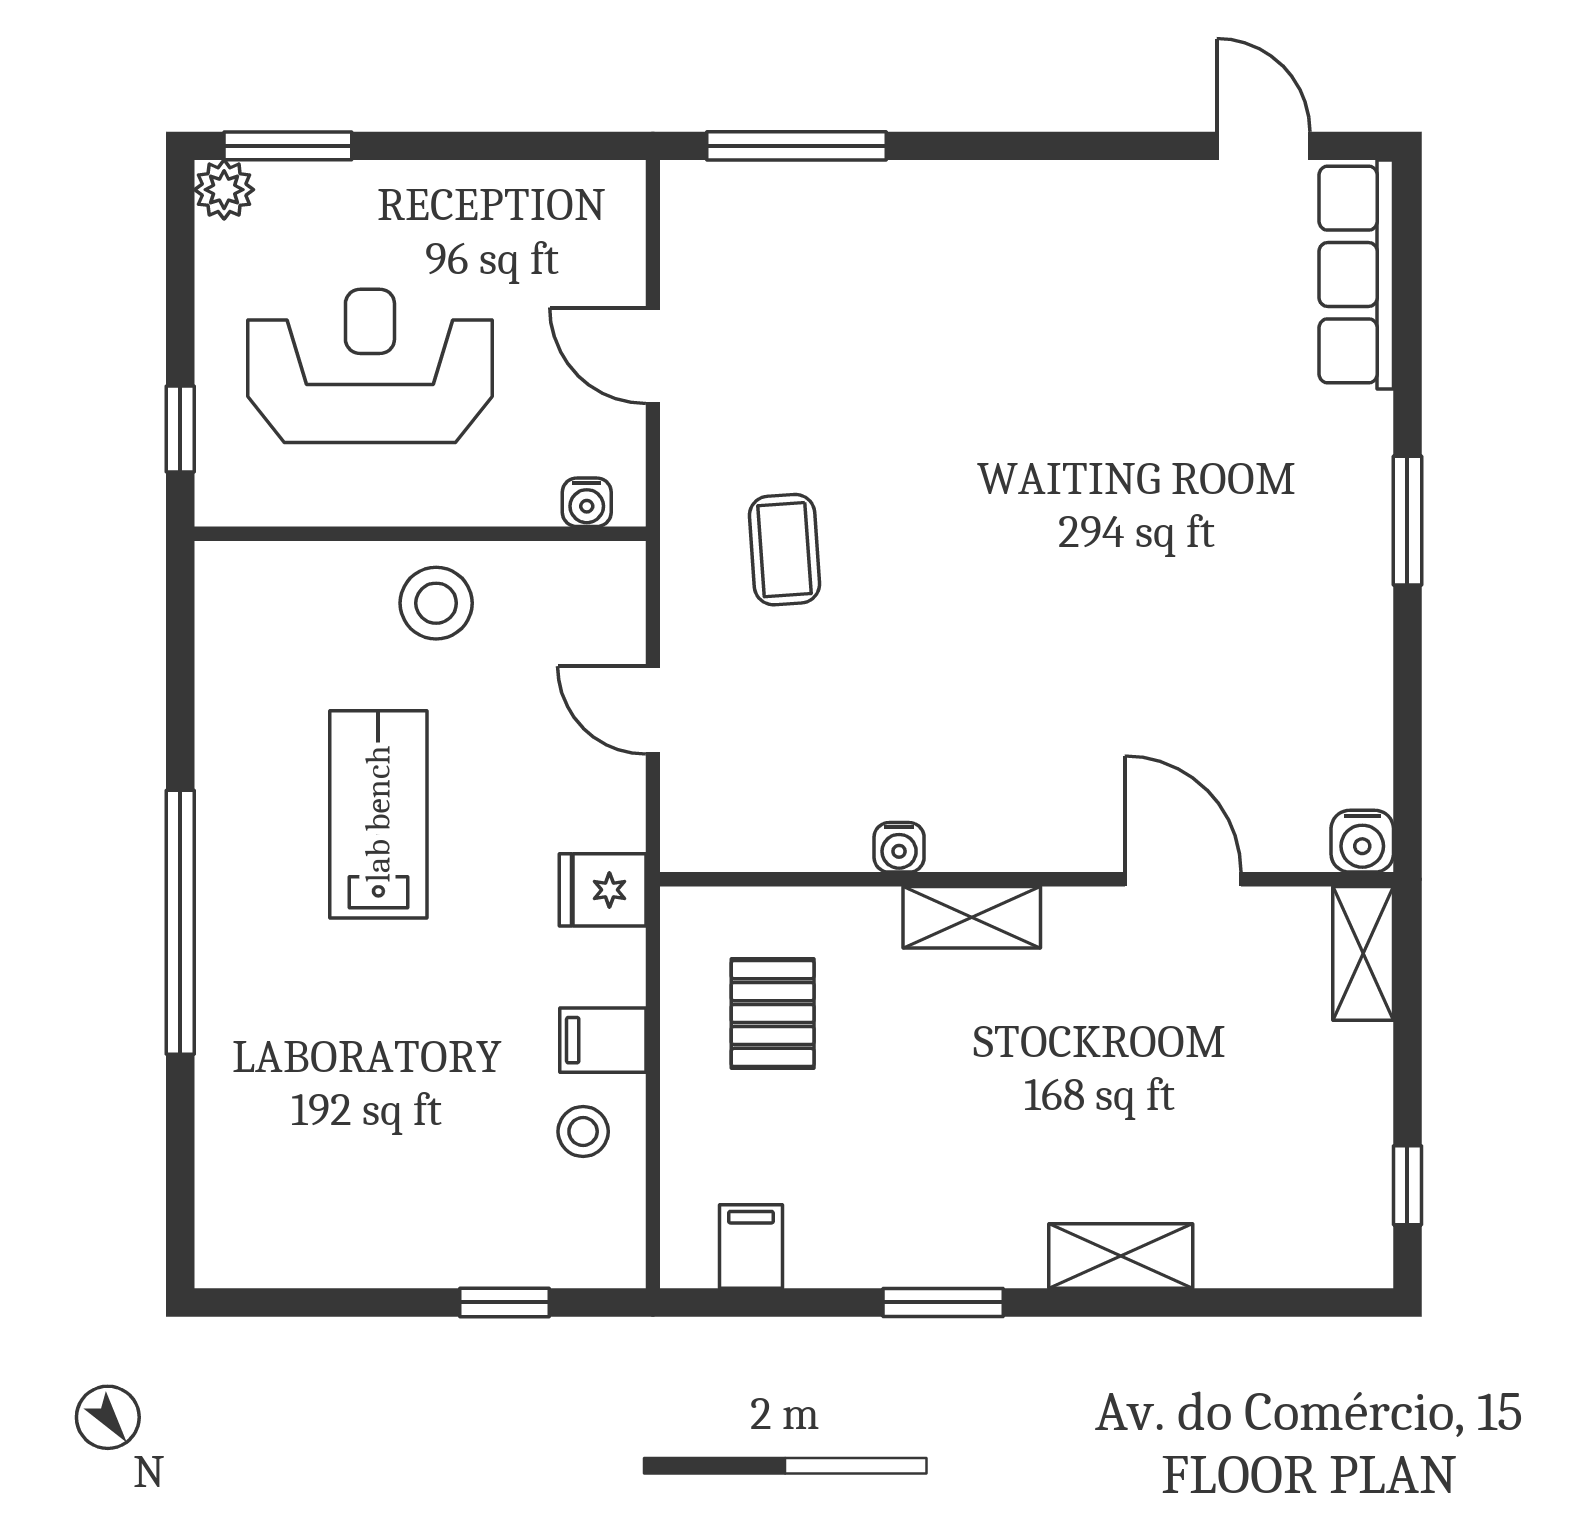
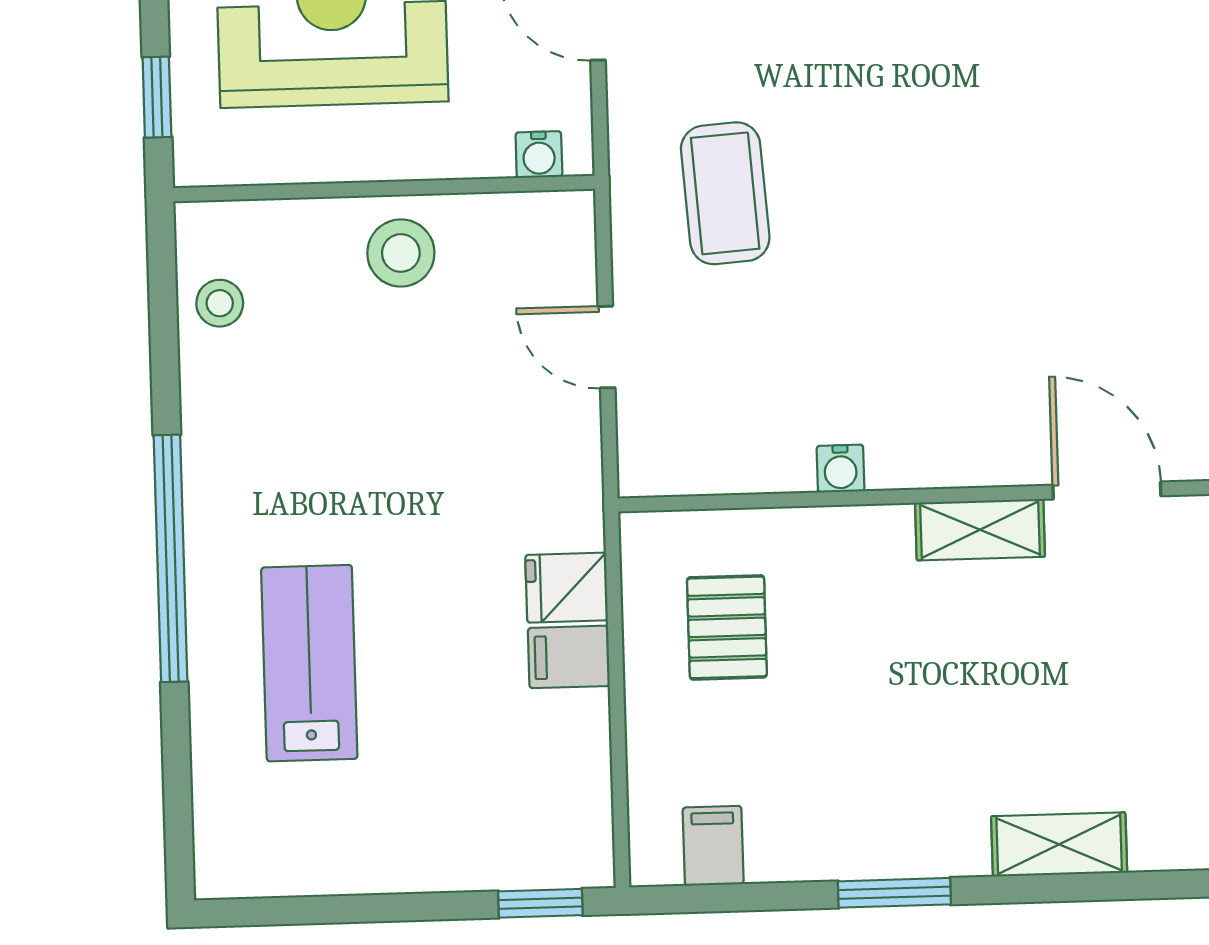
coffee table: (785, 550) -> (725, 193), width x1.36, depth x1.30
lab bench: (378, 814) -> (309, 663), moved
fridge: (603, 890) -> (567, 588), moved
shelving: (972, 917) -> (980, 530), moved
stool: (583, 1132) -> (220, 303), moved
window: (504, 1302) -> (540, 903), moved

